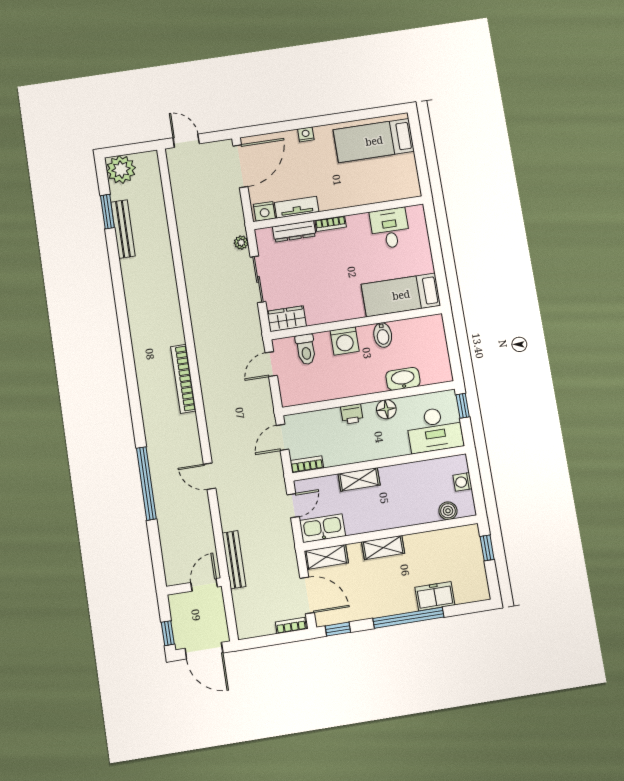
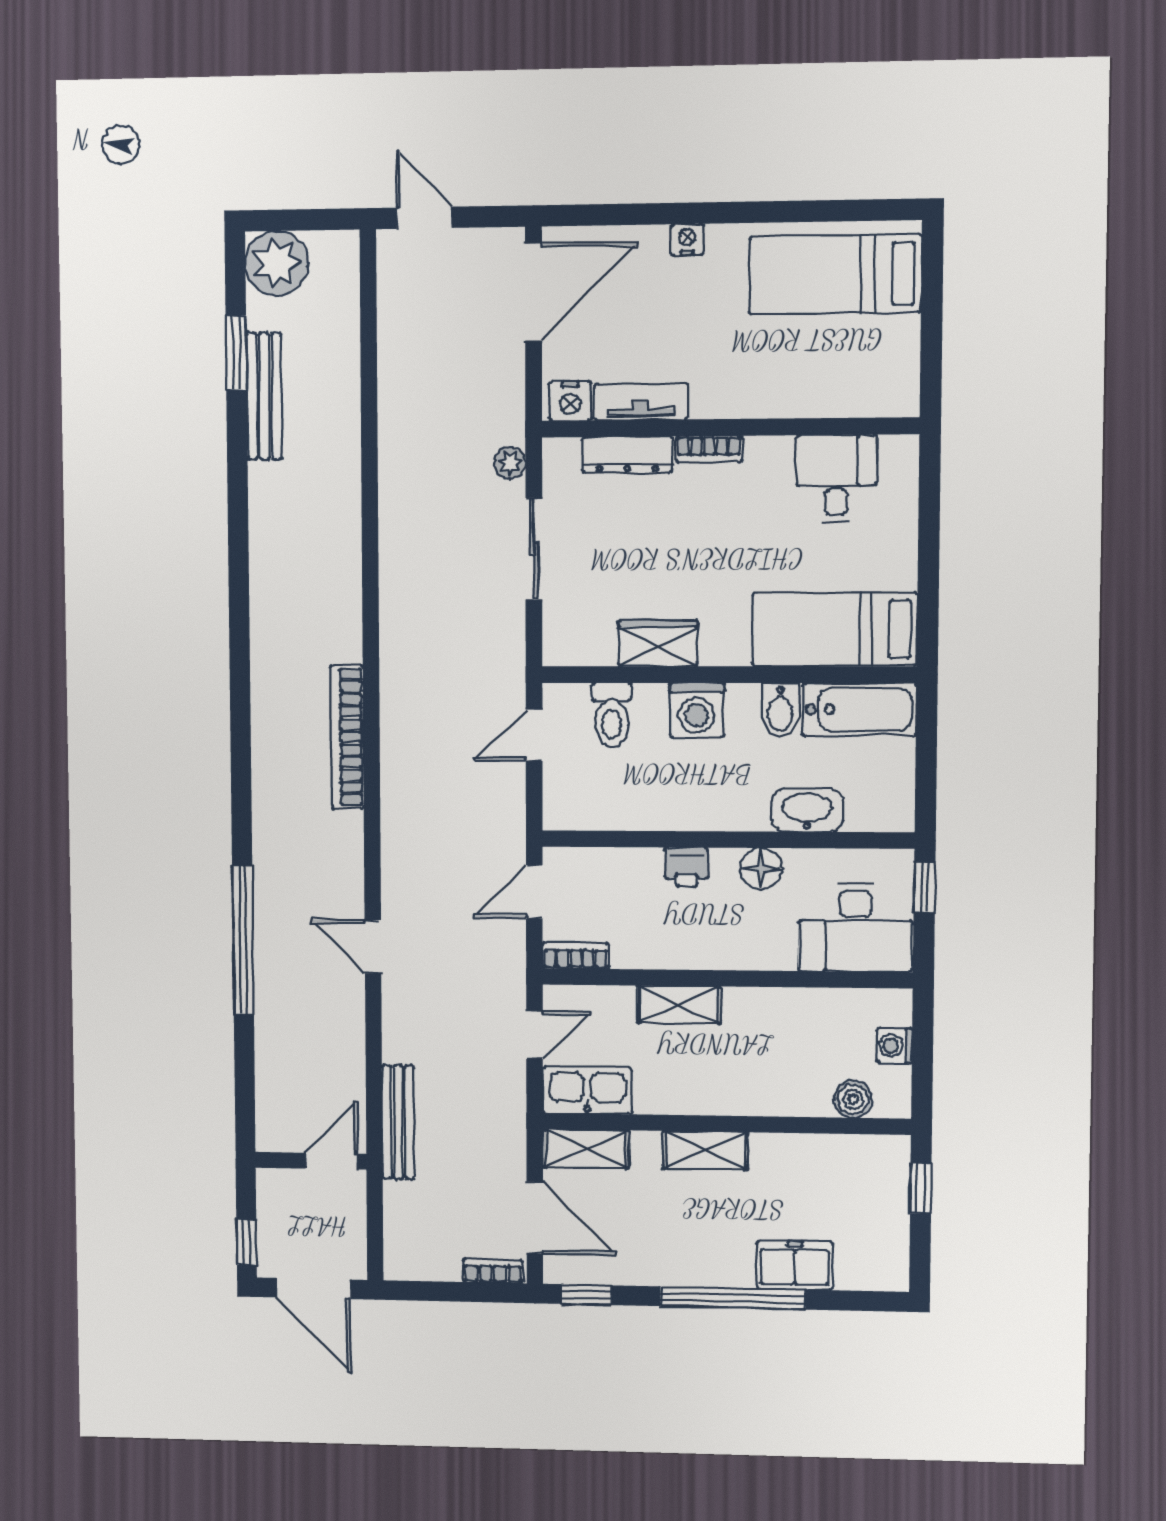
wardrobe: (287, 319) -> (658, 643), moved
bathtub: (418, 329) -> (859, 709), added

